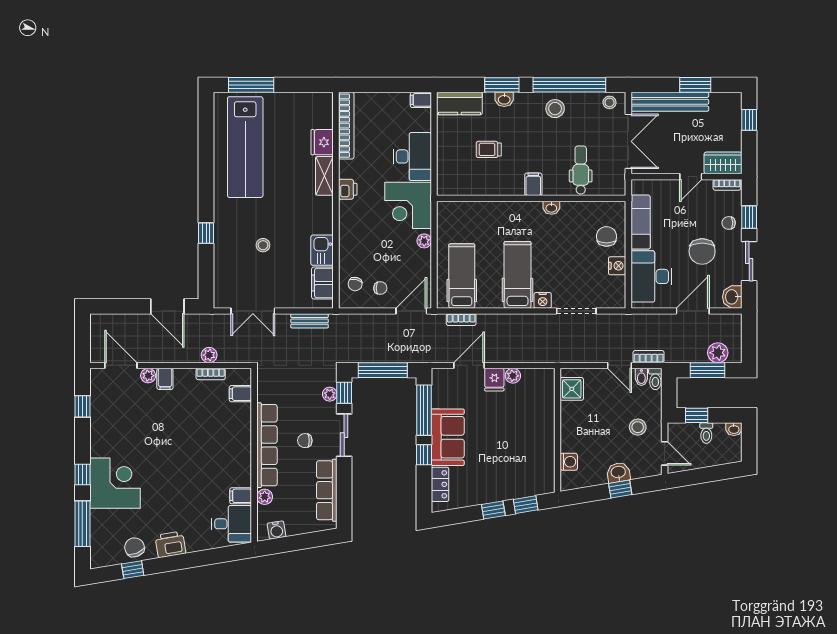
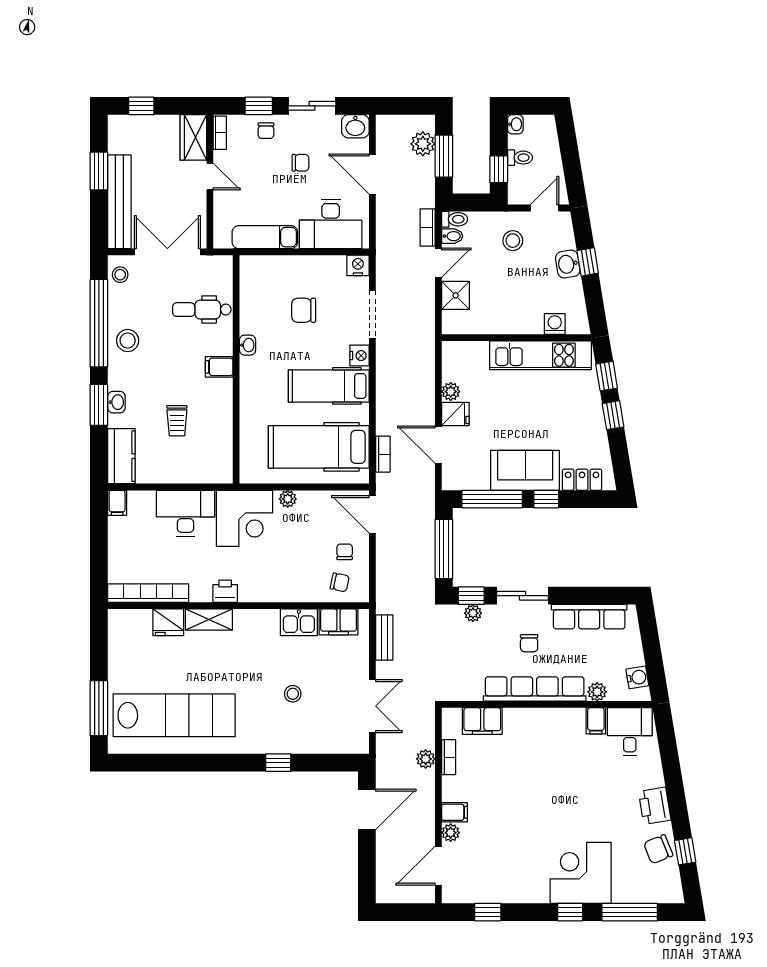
chair: (606, 236) -> (304, 310), moved
chair: (702, 251) -> (300, 163), width x0.54, depth x0.54
nightstand: (617, 266) -> (358, 265), moved
hospital bed: (462, 276) -> (319, 447), width x1.37, depth x1.29
shower: (572, 389) -> (456, 295), moved
filing cabinet: (240, 394) -> (482, 721), width x2.00
kitchen unit: (543, 450) -> (541, 355), added

